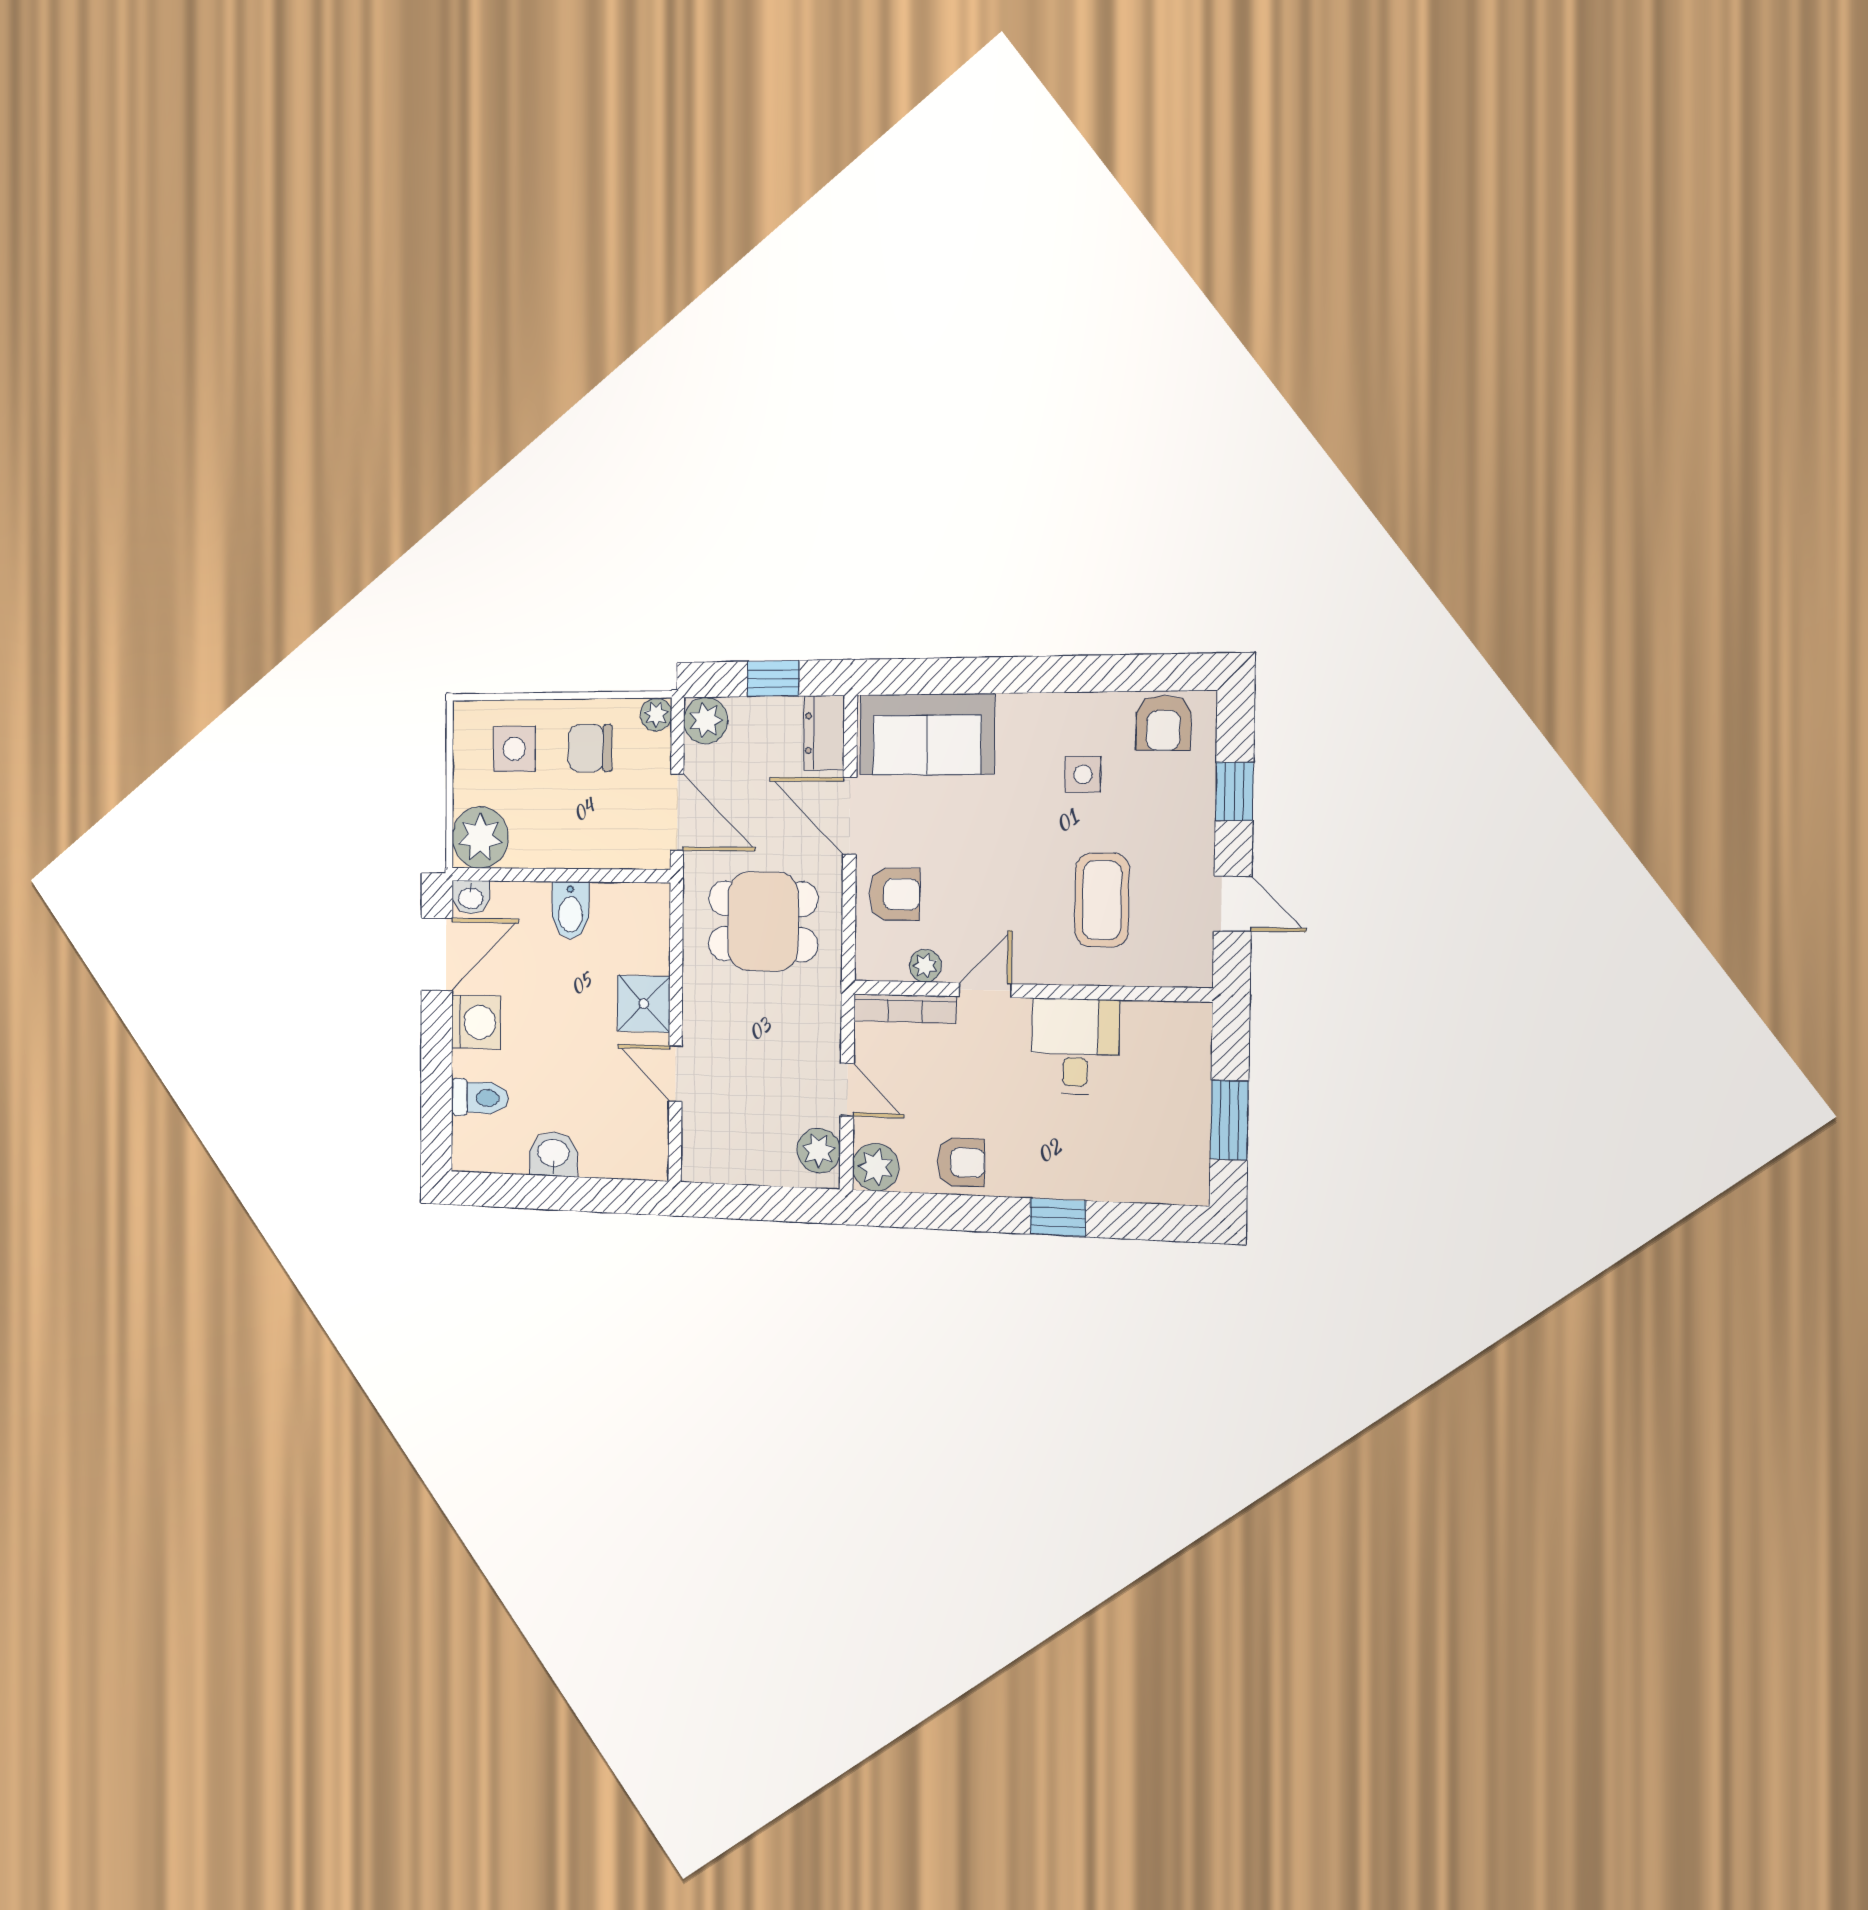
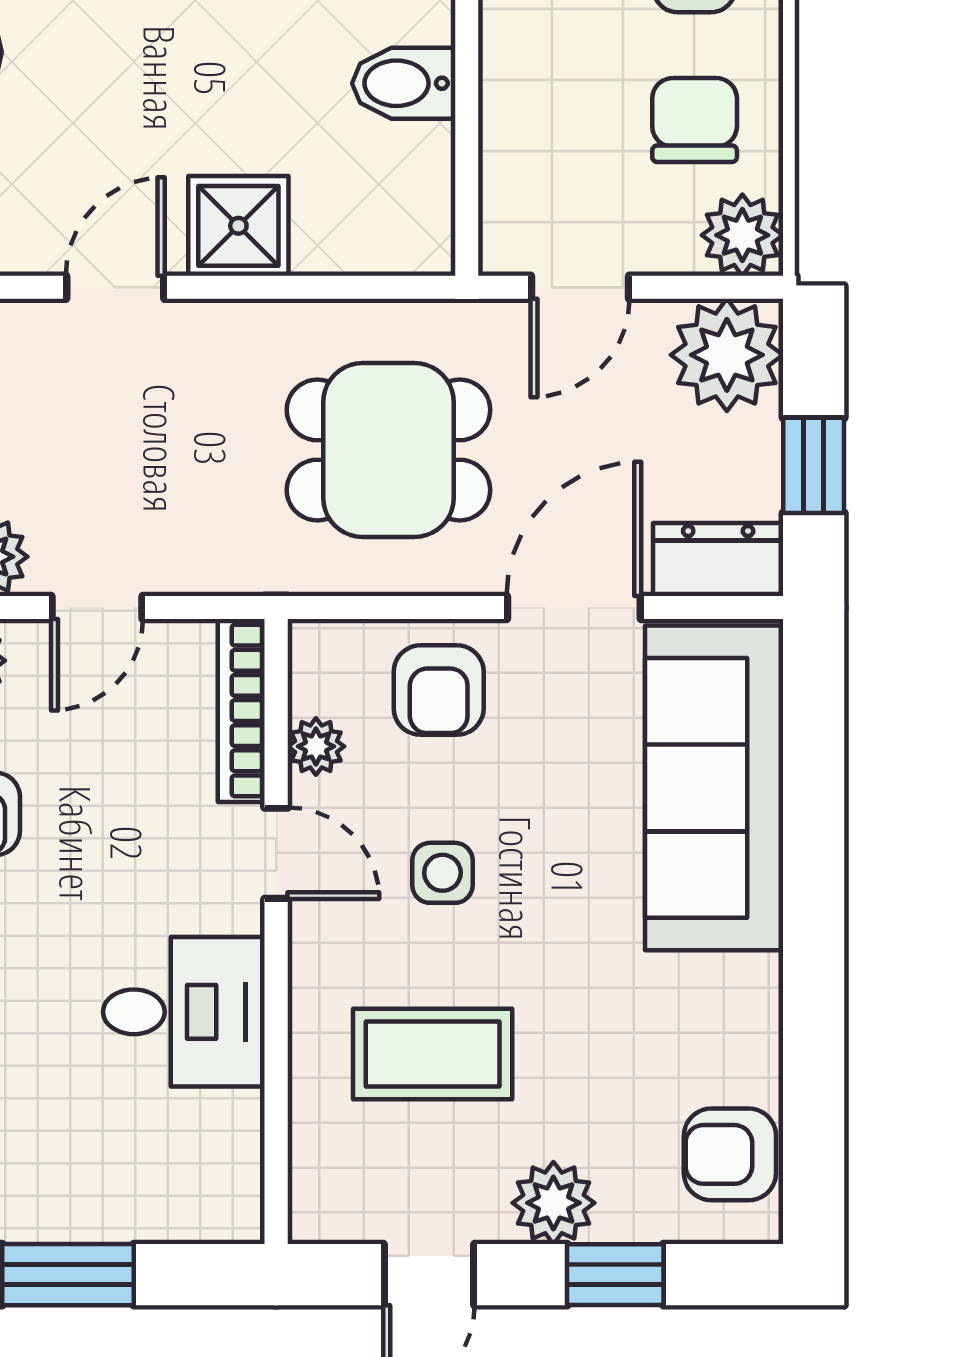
plant: (656, 714) -> (742, 235), width x1.38, depth x1.38
plant: (706, 720) -> (727, 355), width x1.36, depth x1.36
sofa: (927, 734) -> (714, 788), width x1.36
side table: (1083, 774) -> (442, 873), moved
door: (677, 812) -> (580, 287), width x0.73
plant: (1191, 829) -> (553, 1203), added
dining table: (763, 921) -> (388, 450), turned 90

